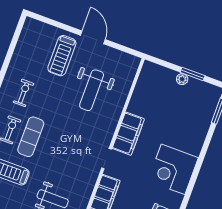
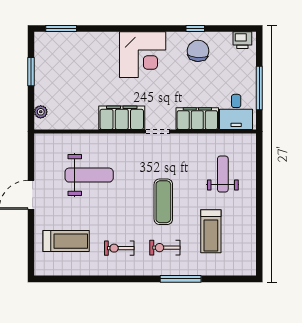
treadmill: (62, 56) -> (66, 241), moved
plant: (182, 79) -> (41, 112), moved
exercise mat: (31, 137) -> (163, 202), moved, turned 90

